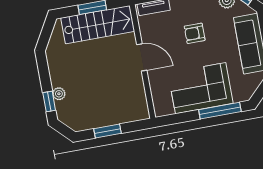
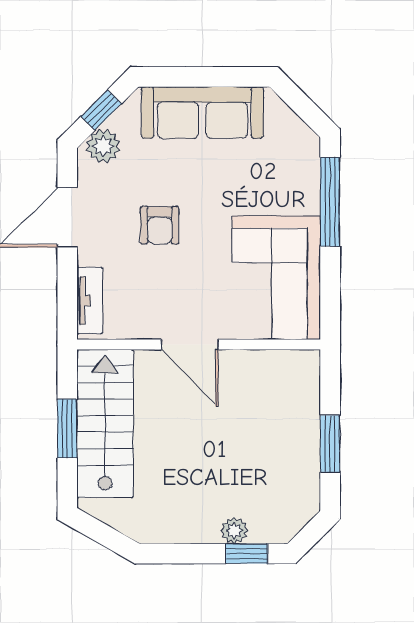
door: (142, 57) -> (190, 344), swing flipped
corner sofa: (201, 88) -> (276, 278), moved

